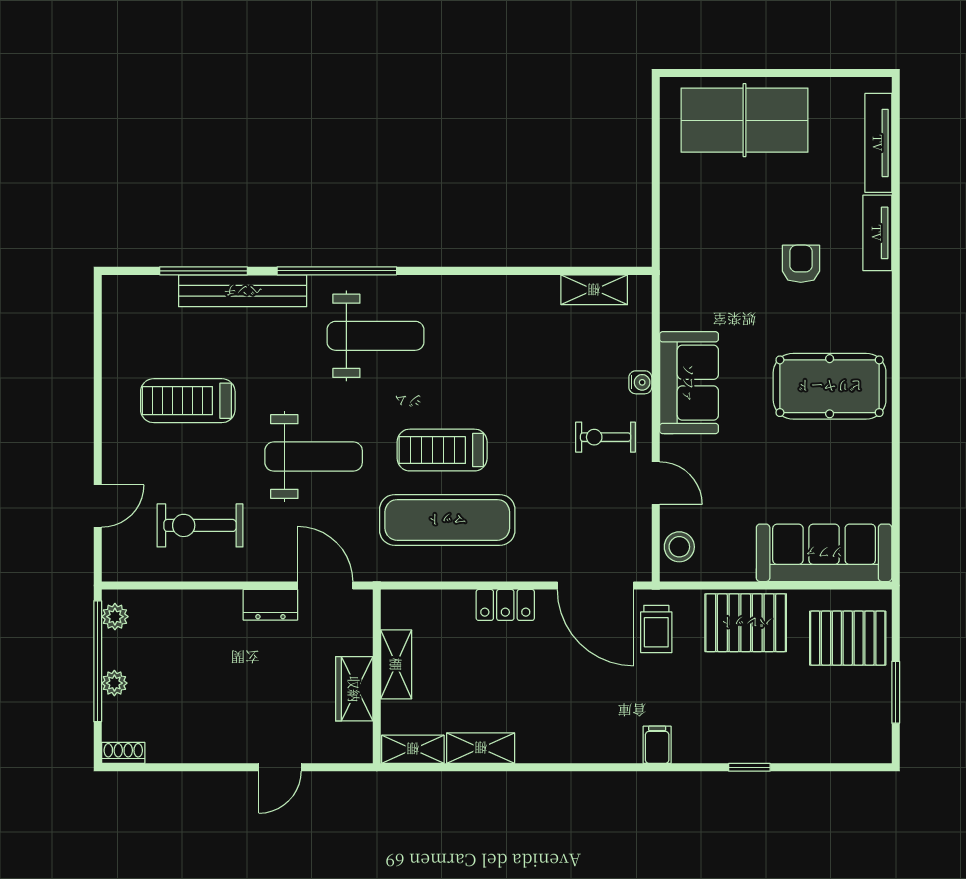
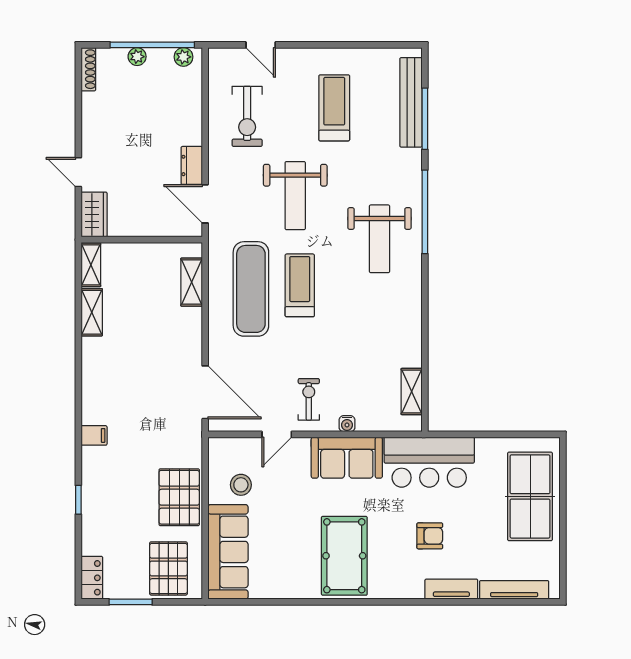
bar counter: (695, 265) -> (429, 462), added
bench: (243, 291) -> (411, 102), moved
exercise bike: (200, 525) -> (247, 116), turned 180
stool: (679, 547) -> (241, 485), moved
door: (325, 586) -> (205, 204), swing flipped
door: (595, 586) -> (205, 392), swing flipped
locker: (505, 605) -> (92, 578), moved, turned 180
trolley: (656, 629) -> (175, 435), removed
shelving: (396, 664) -> (192, 282), moved, turned 90
wardrobe: (354, 689) -> (94, 215), moved, turned 90
shoe rack: (123, 753) -> (88, 69), width x1.43

